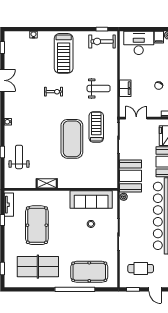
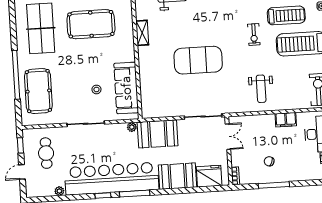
filing cabinet: (125, 88) -> (286, 120), moved
treadmill: (96, 127) -> (286, 15), moved

